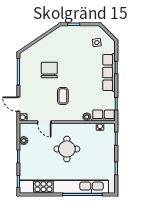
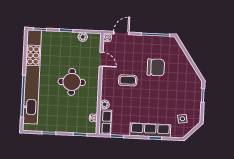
door: (44, 122) -> (101, 59), swing flipped

